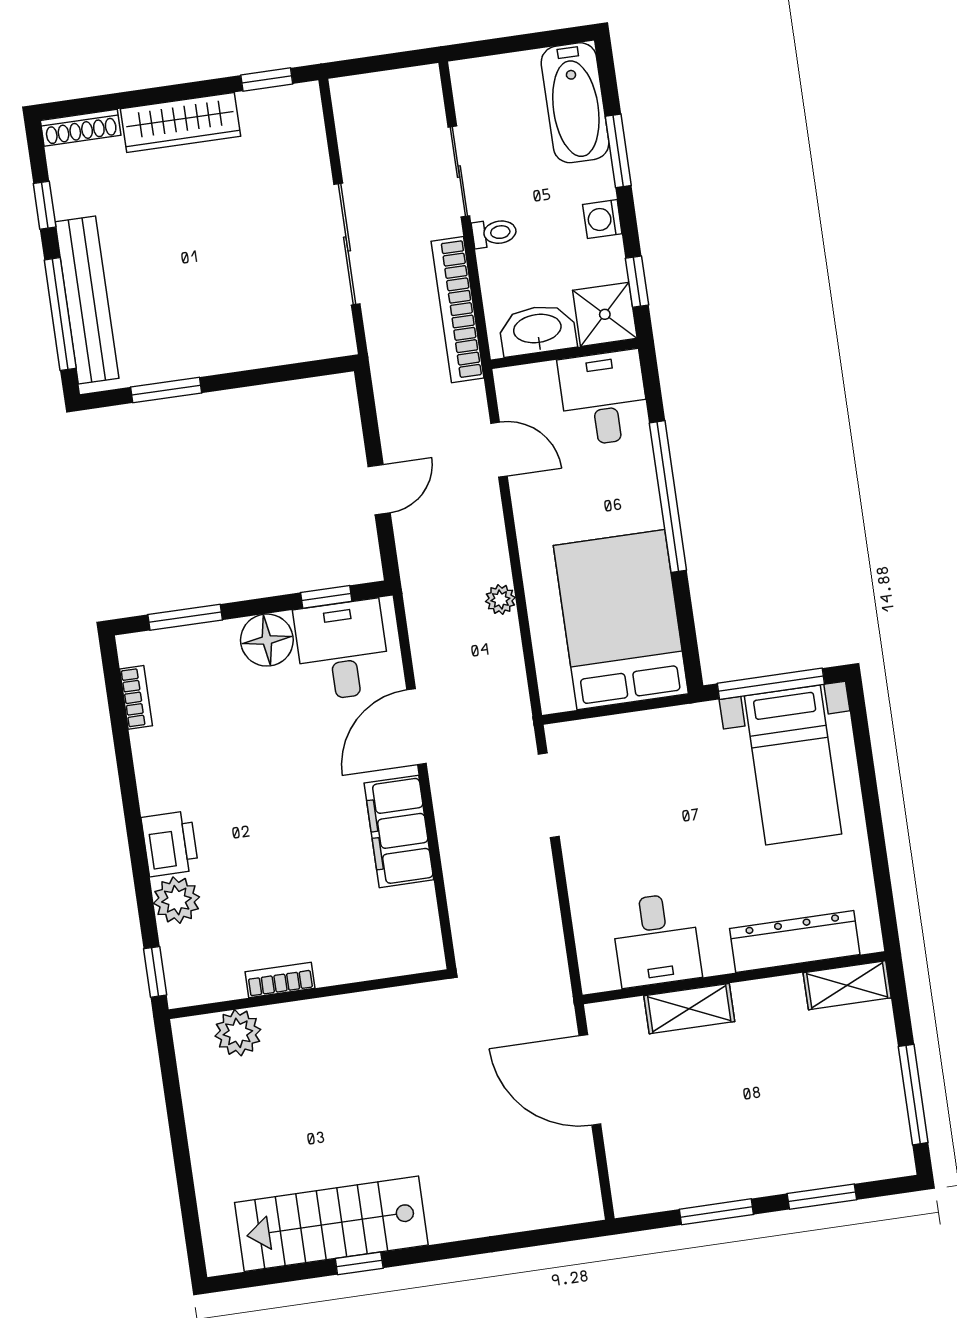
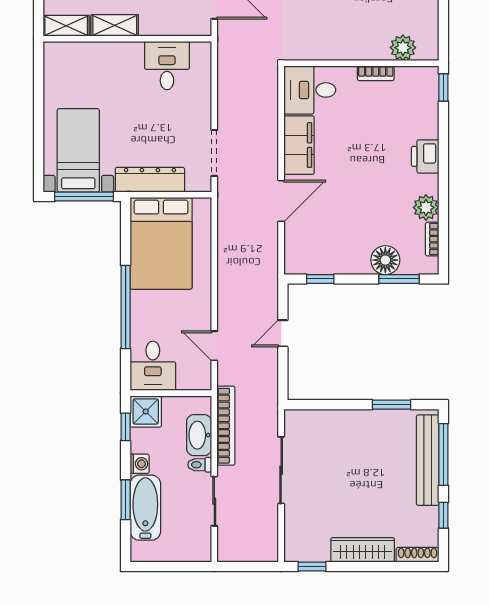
bathtub: (575, 103) -> (145, 508), moved
washbasin: (538, 330) -> (199, 435), moved, turned 90
plant: (500, 599) -> (225, 264), removed
floor lamp: (267, 640) -> (385, 260), moved
desk: (342, 650) -> (310, 90), moved, turned 90
plant: (177, 900) -> (426, 207), moved
dresser: (795, 941) -> (150, 180), moved, turned 180
shelving: (689, 1009) -> (115, 25), moved

